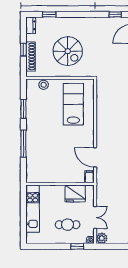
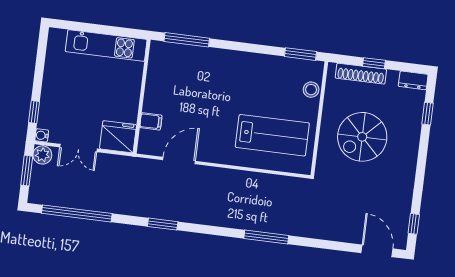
window: (23, 109) -> (300, 54), moved
window: (23, 144) -> (187, 40), moved
filing cabinet: (89, 177) -> (151, 121), moved
fridge: (75, 193) -> (118, 137), moved, turned 90
cafe table: (68, 225) -> (72, 100), removed
window: (112, 246) -> (27, 171), added

